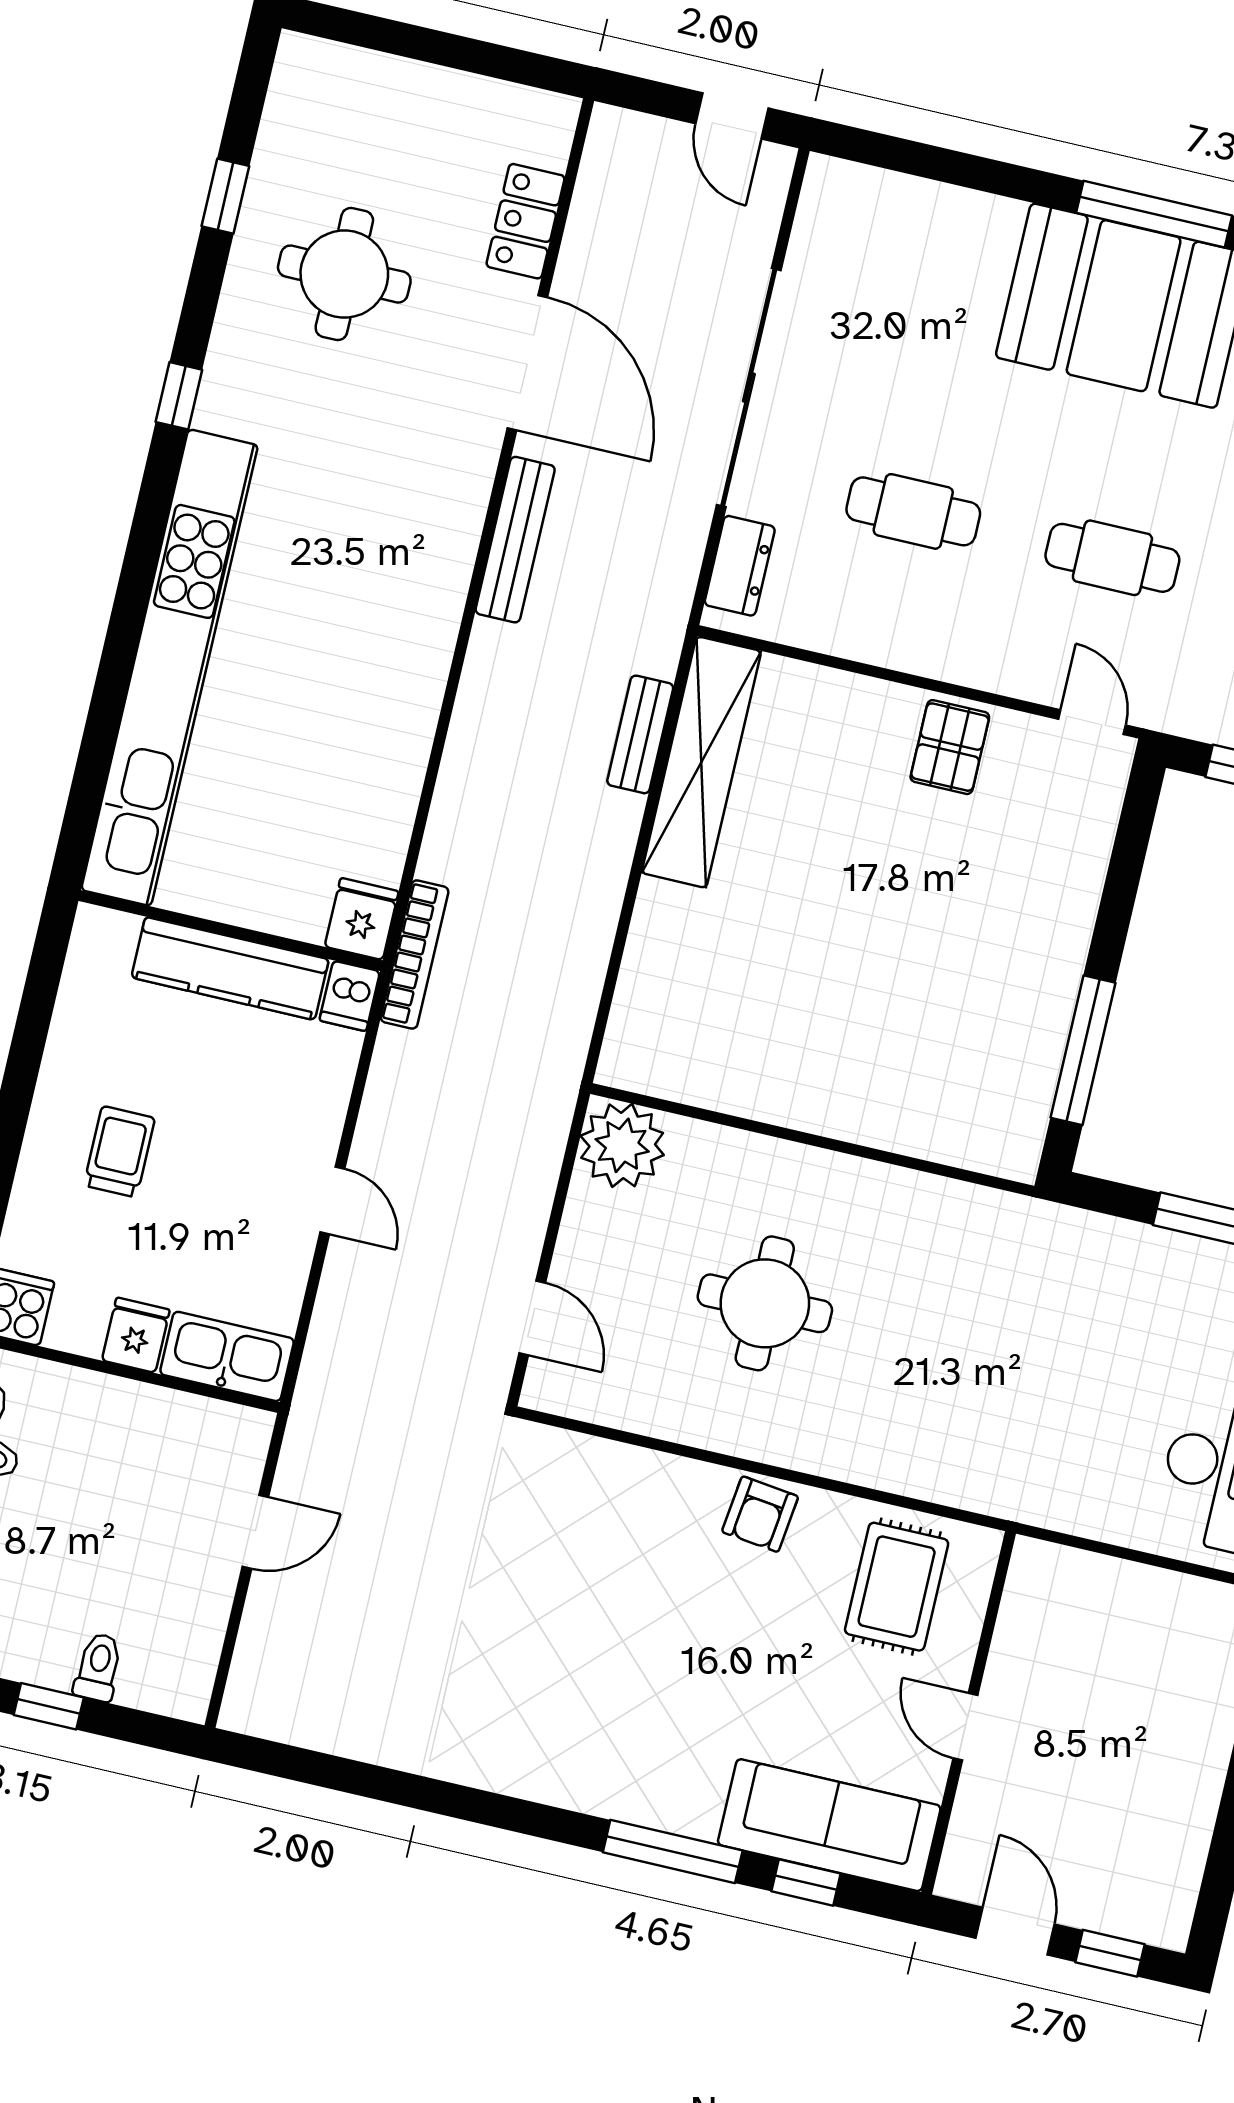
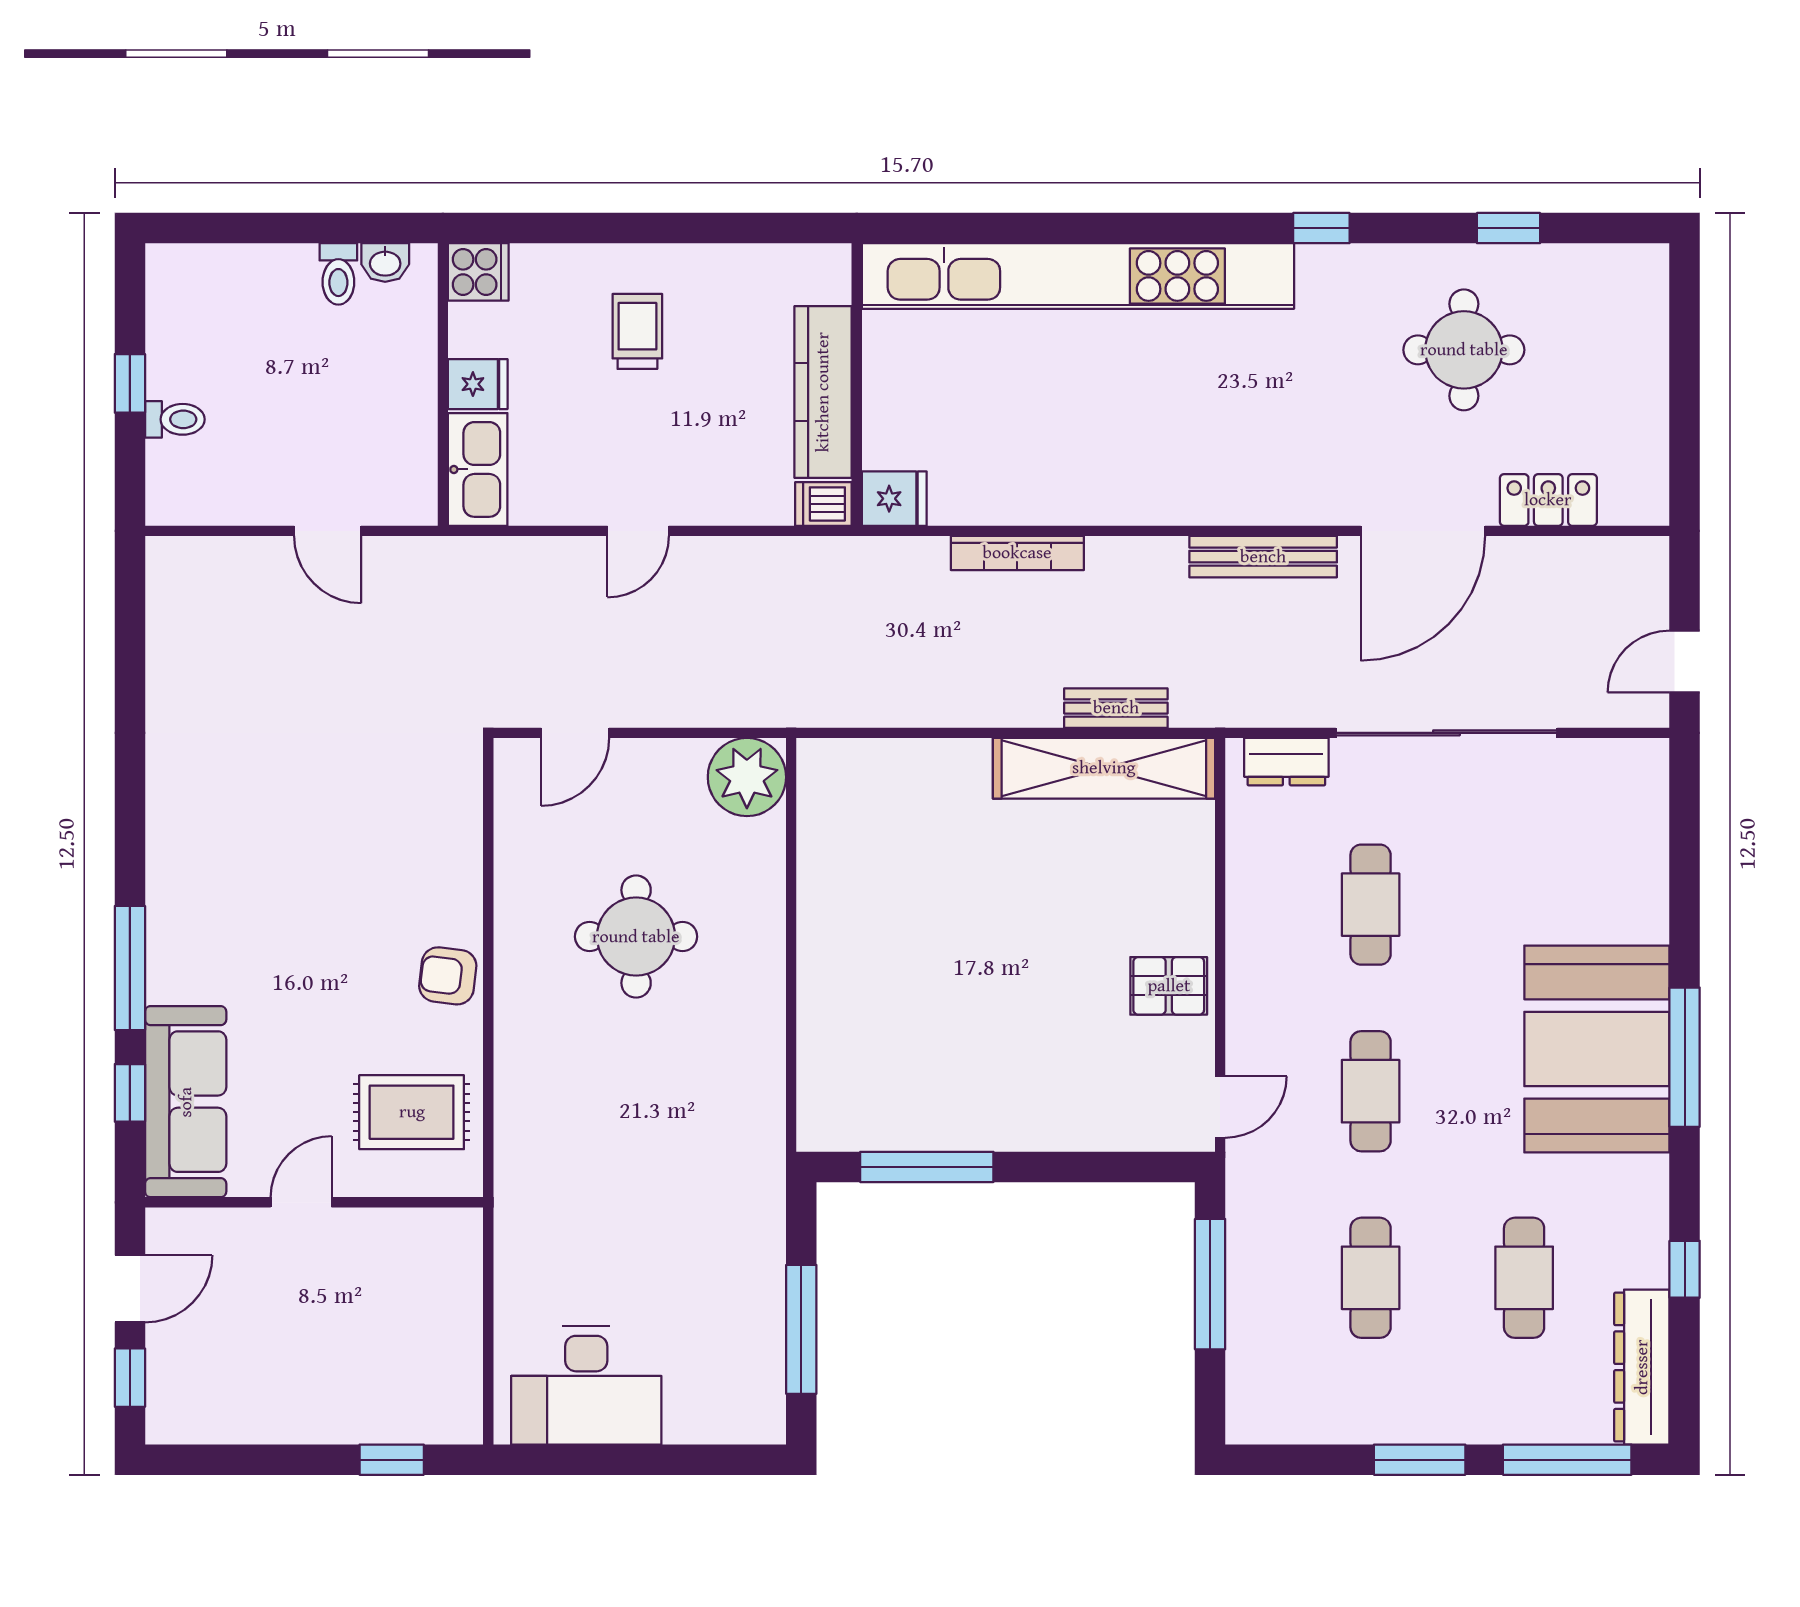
bookcase: (415, 954) -> (1017, 553), moved
trolley: (119, 1152) -> (637, 331), turned -90

